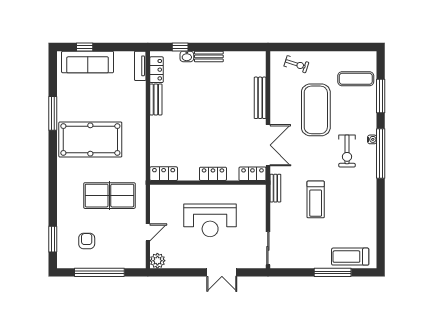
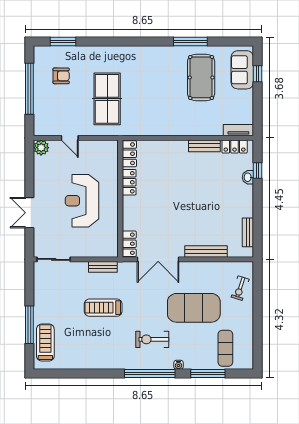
bench: (209, 56) -> (248, 232), moved
sofa: (88, 62) -> (242, 70), width x0.73
water cooler: (372, 139) -> (178, 365), moved
pool table: (90, 140) -> (201, 77), moved, width x0.73, depth x0.76
locker: (213, 174) -> (129, 182), moved
bench: (275, 188) -> (103, 267), moved

